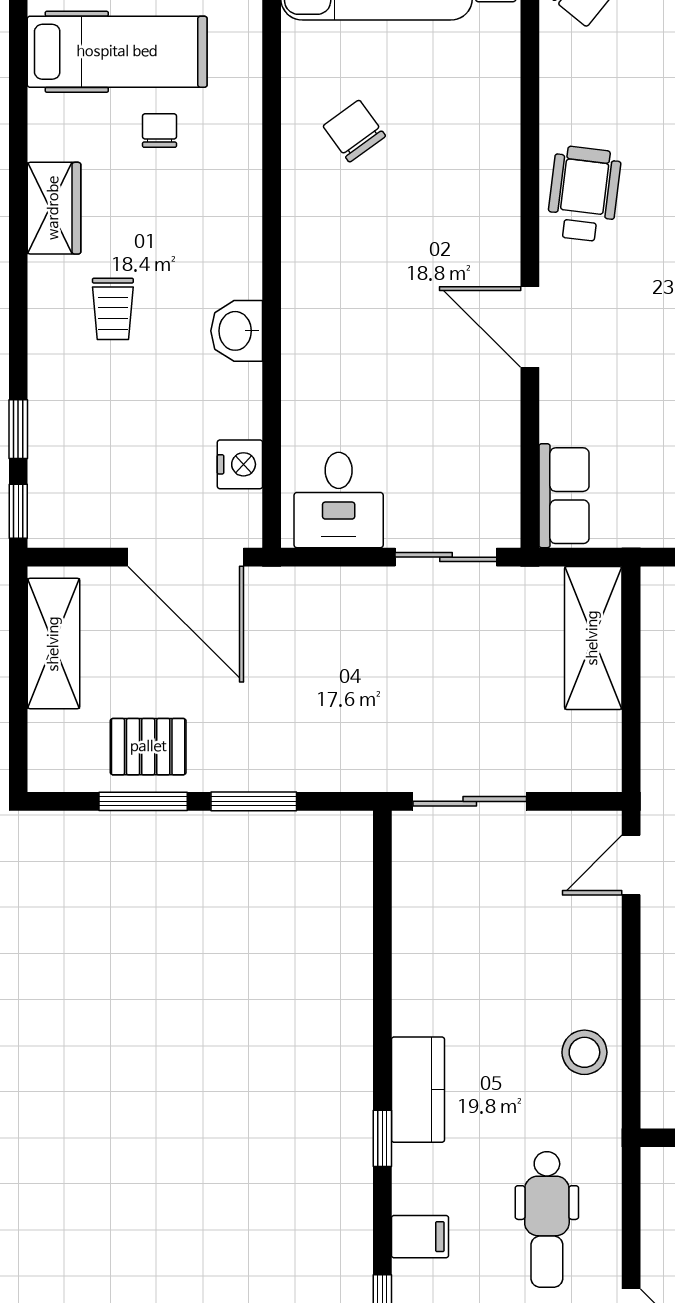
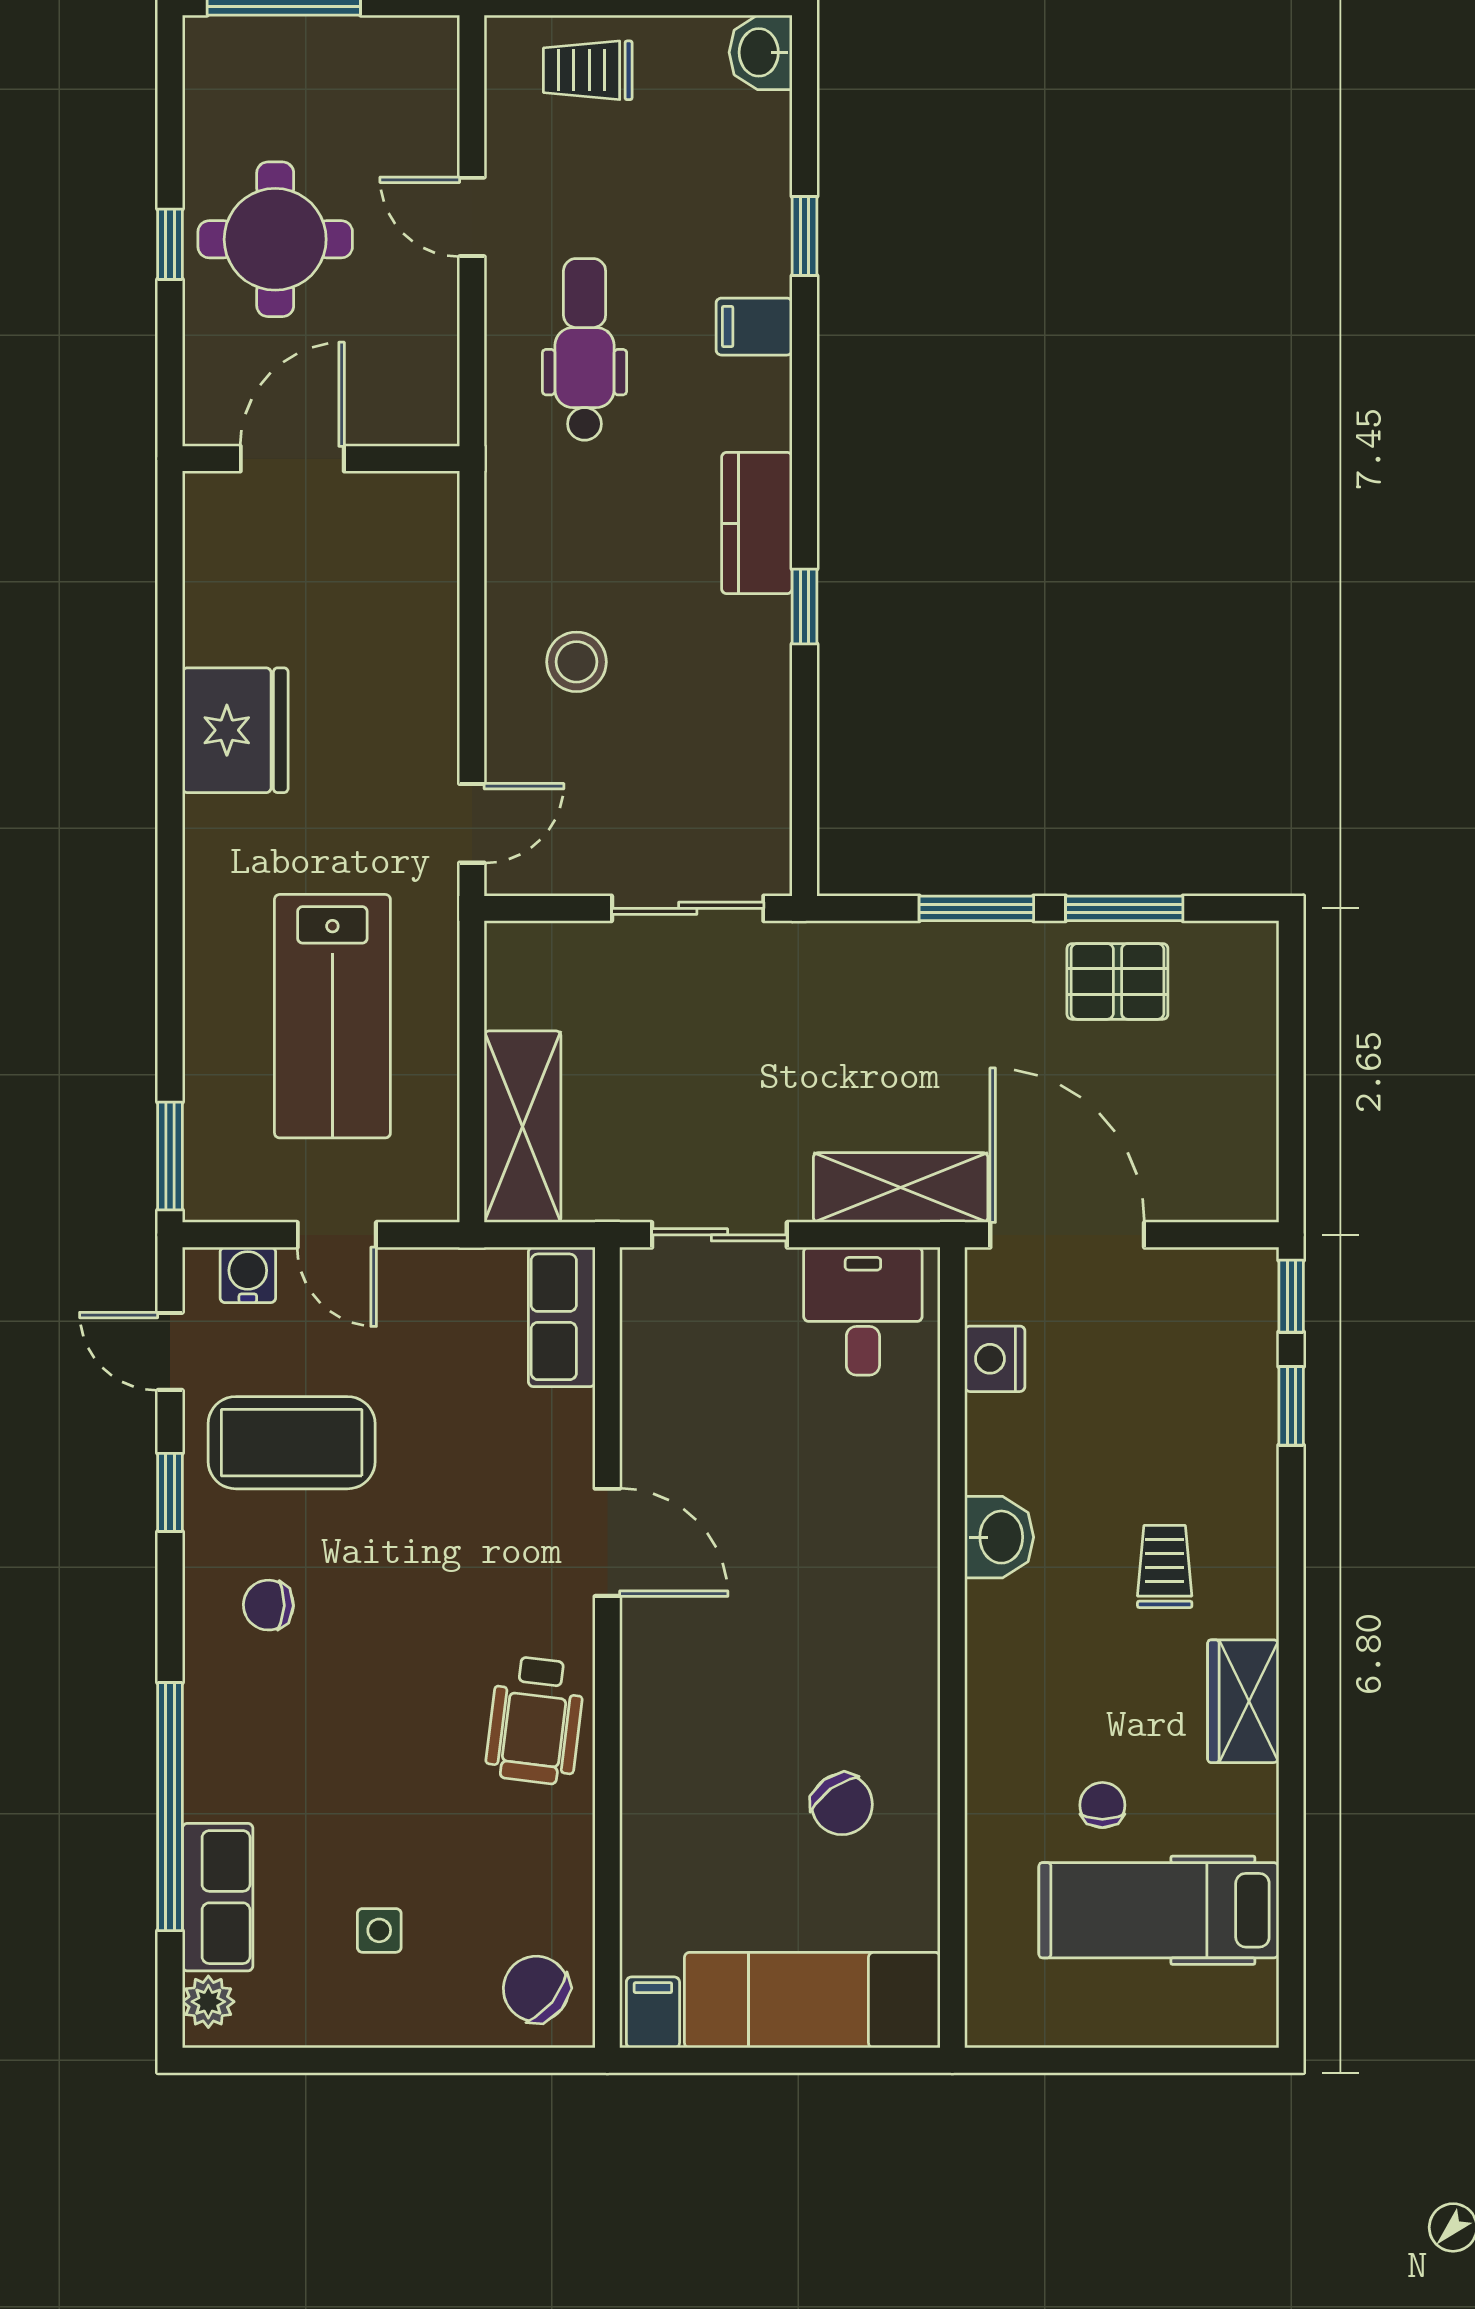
chair: (159, 130) -> (1102, 1805), turned 180
shelving: (54, 644) -> (901, 1188), moved, turned 90
stool: (584, 1052) -> (577, 662), moved
window: (382, 1138) -> (805, 606), moved

